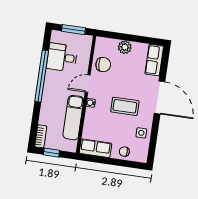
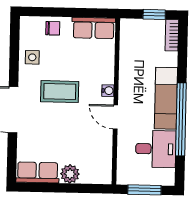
row of seats: (154, 60) -> (38, 172), moved, turned -90
chair: (103, 65) -> (97, 146), removed
door: (88, 84) -> (115, 117), swing flipped
exam couch: (73, 118) -> (166, 98), moved, turned 180

